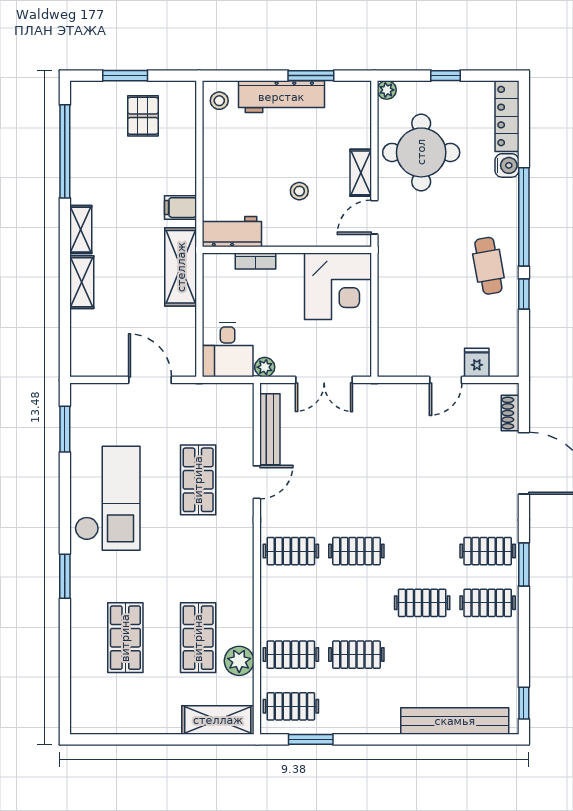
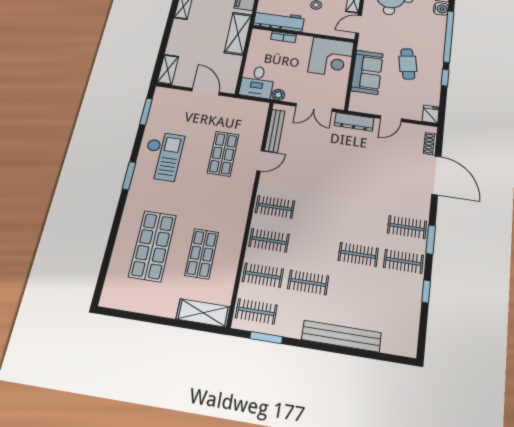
workbench: (232, 232) -> (279, 21), width x1.38
cafe table: (488, 266) -> (408, 64), moved
shelving: (82, 282) -> (168, 70), moved
sofa: (399, 304) -> (367, 72), added
fridge: (477, 363) -> (431, 114), moved
dresser: (389, 395) -> (354, 122), added
checkout: (108, 498) -> (163, 156), width x0.73, depth x0.83
clothes rail: (356, 551) -> (269, 240), moved
window: (65, 576) -> (129, 176), moved
shop shelf: (125, 638) -> (153, 246), width x1.43, depth x1.36
plant: (239, 661) -> (226, 274), removed
window: (524, 703) -> (426, 291), moved
bench: (455, 721) -> (341, 336), moved

